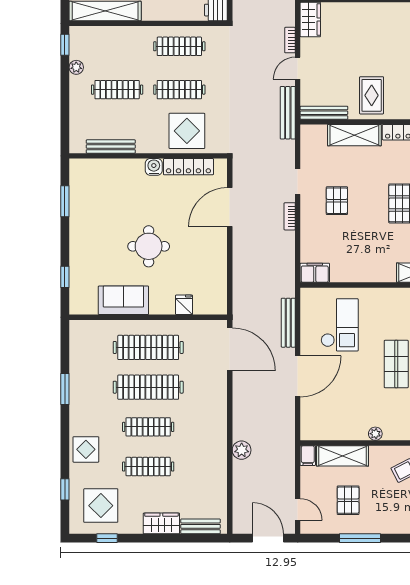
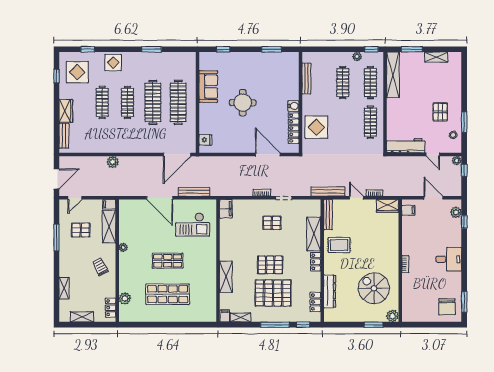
clothes rail: (179, 90) -> (370, 83), moved
fridge: (184, 305) -> (205, 140), moved

